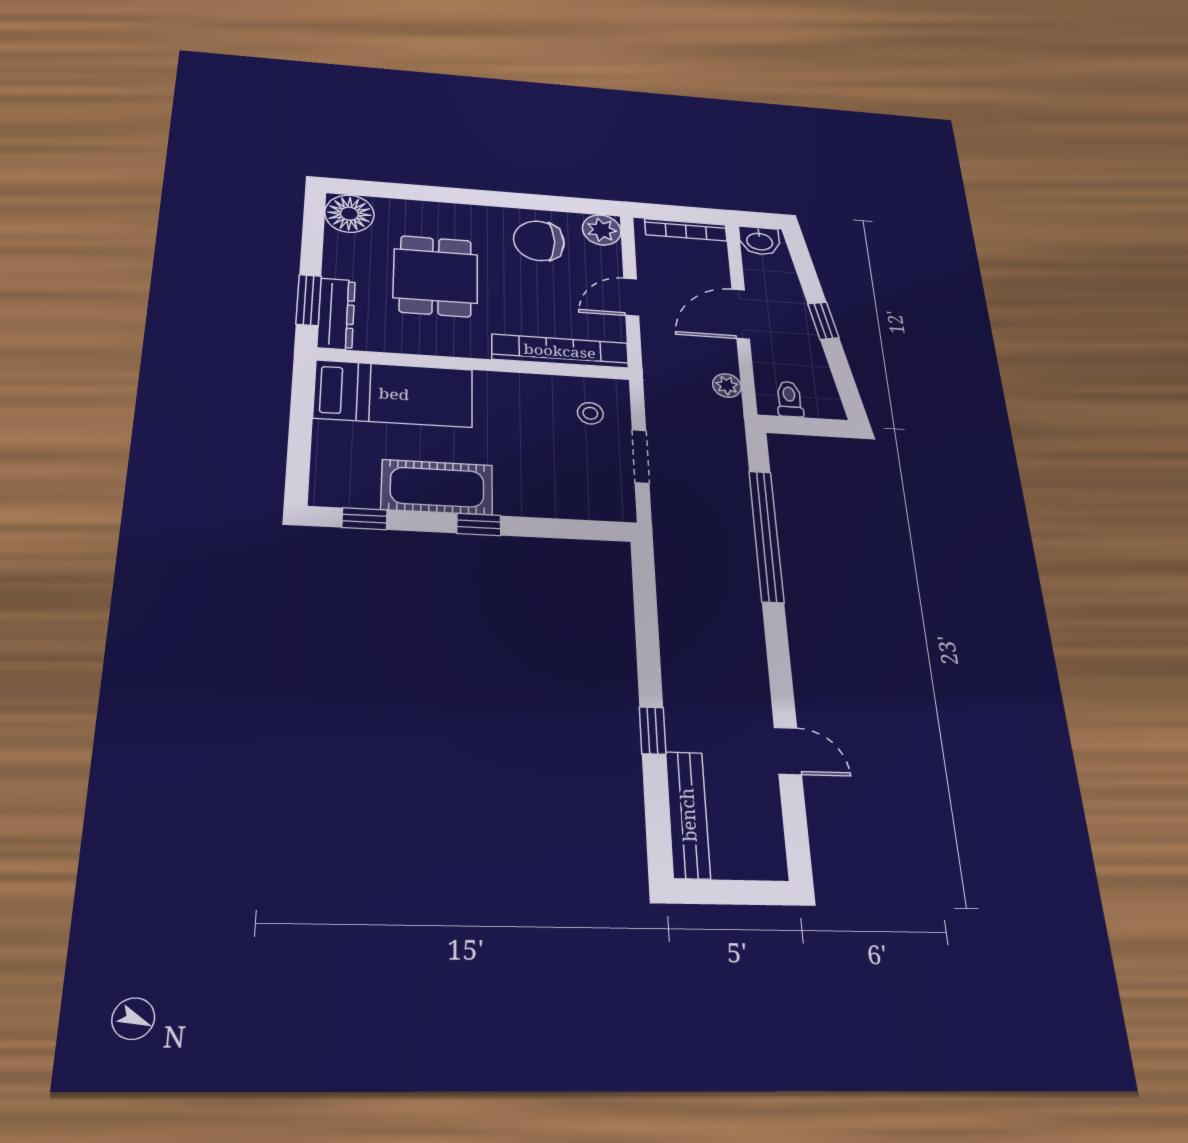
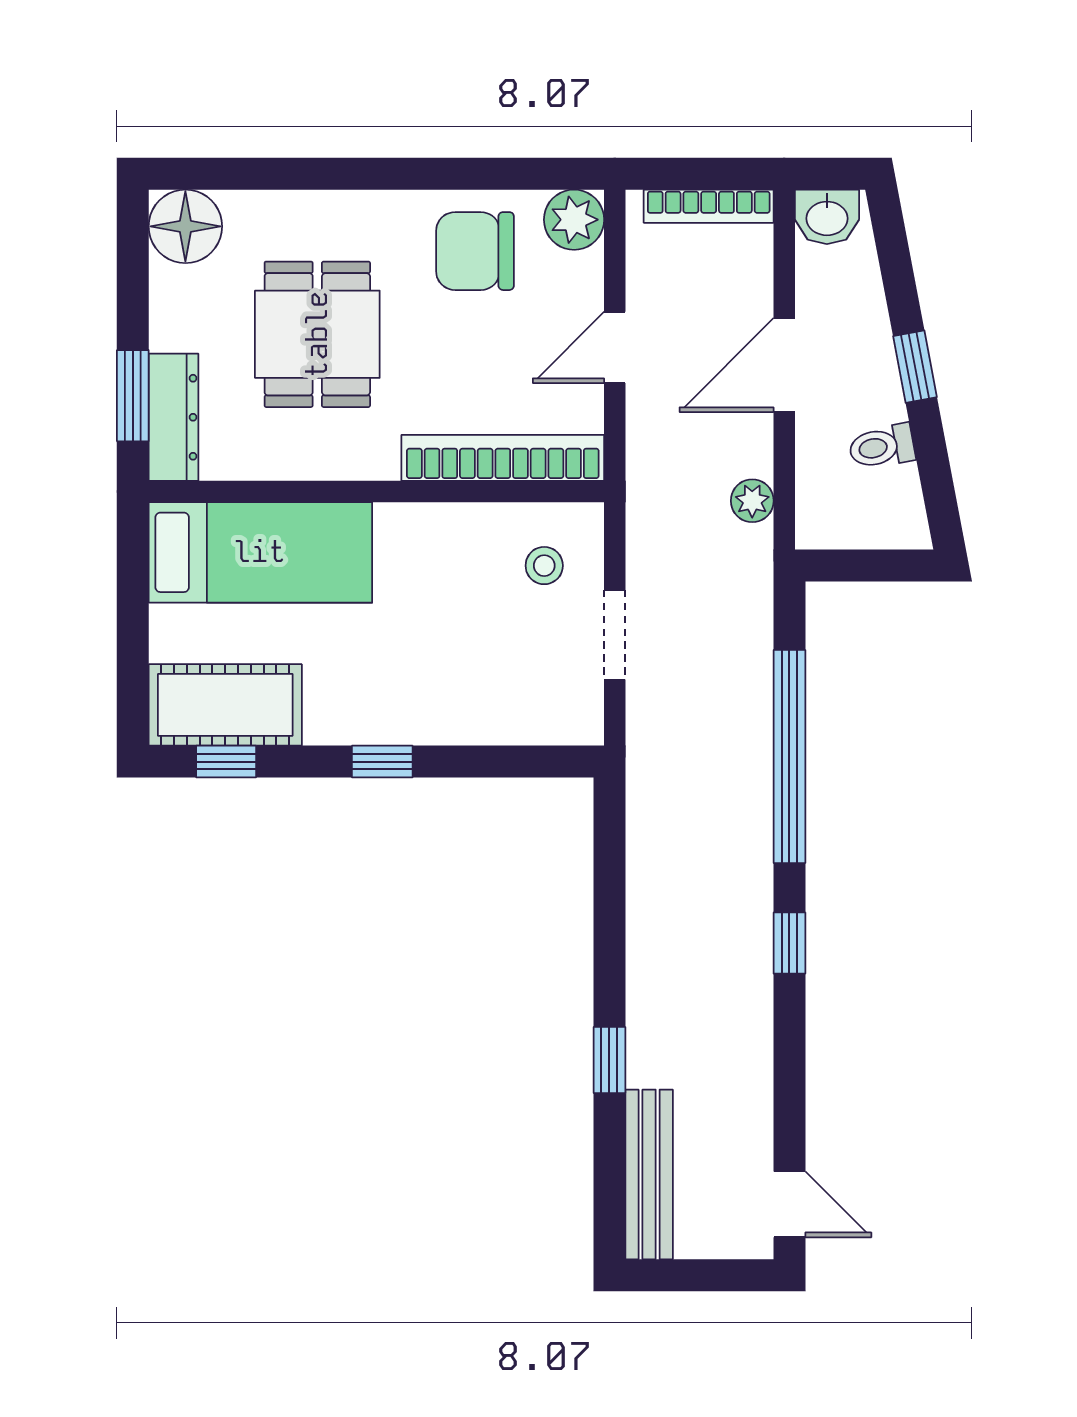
toilet: (789, 399) -> (882, 447), moved, turned -101
cot: (437, 487) -> (225, 705), moved
window: (778, 655) -> (789, 943), added
door: (788, 751) -> (789, 1204), moved

